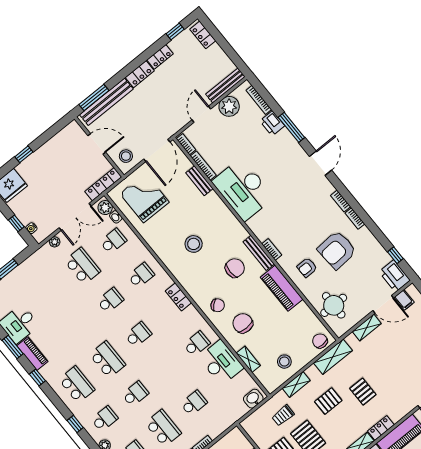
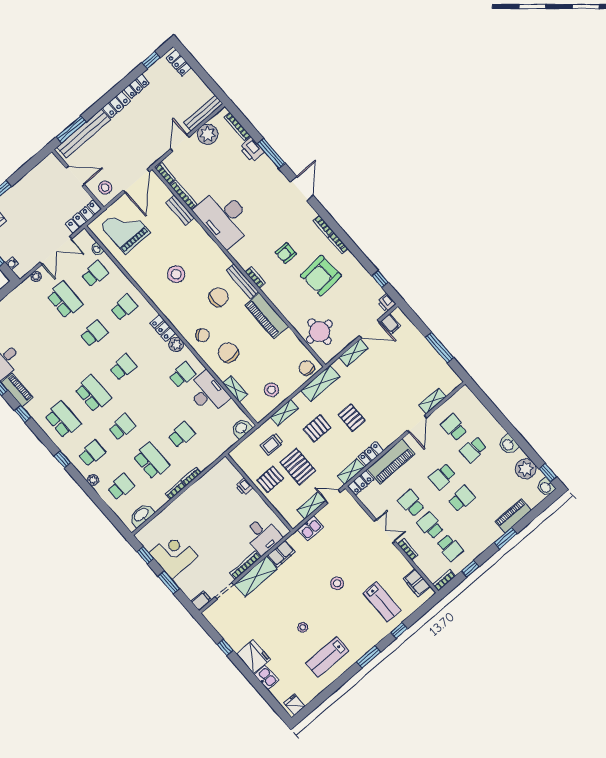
plant: (105, 208) -> (176, 345), moved
armchair: (307, 267) -> (286, 253), moved
printer: (395, 276) -> (387, 303), width x0.53, depth x0.68

